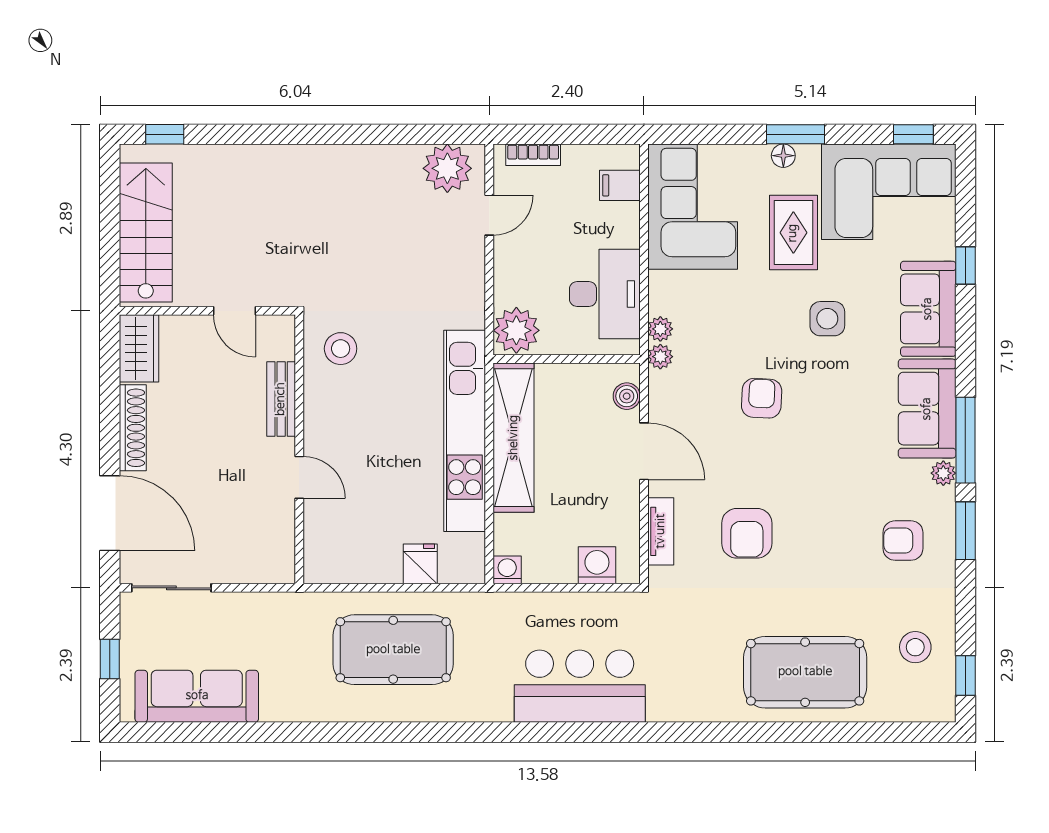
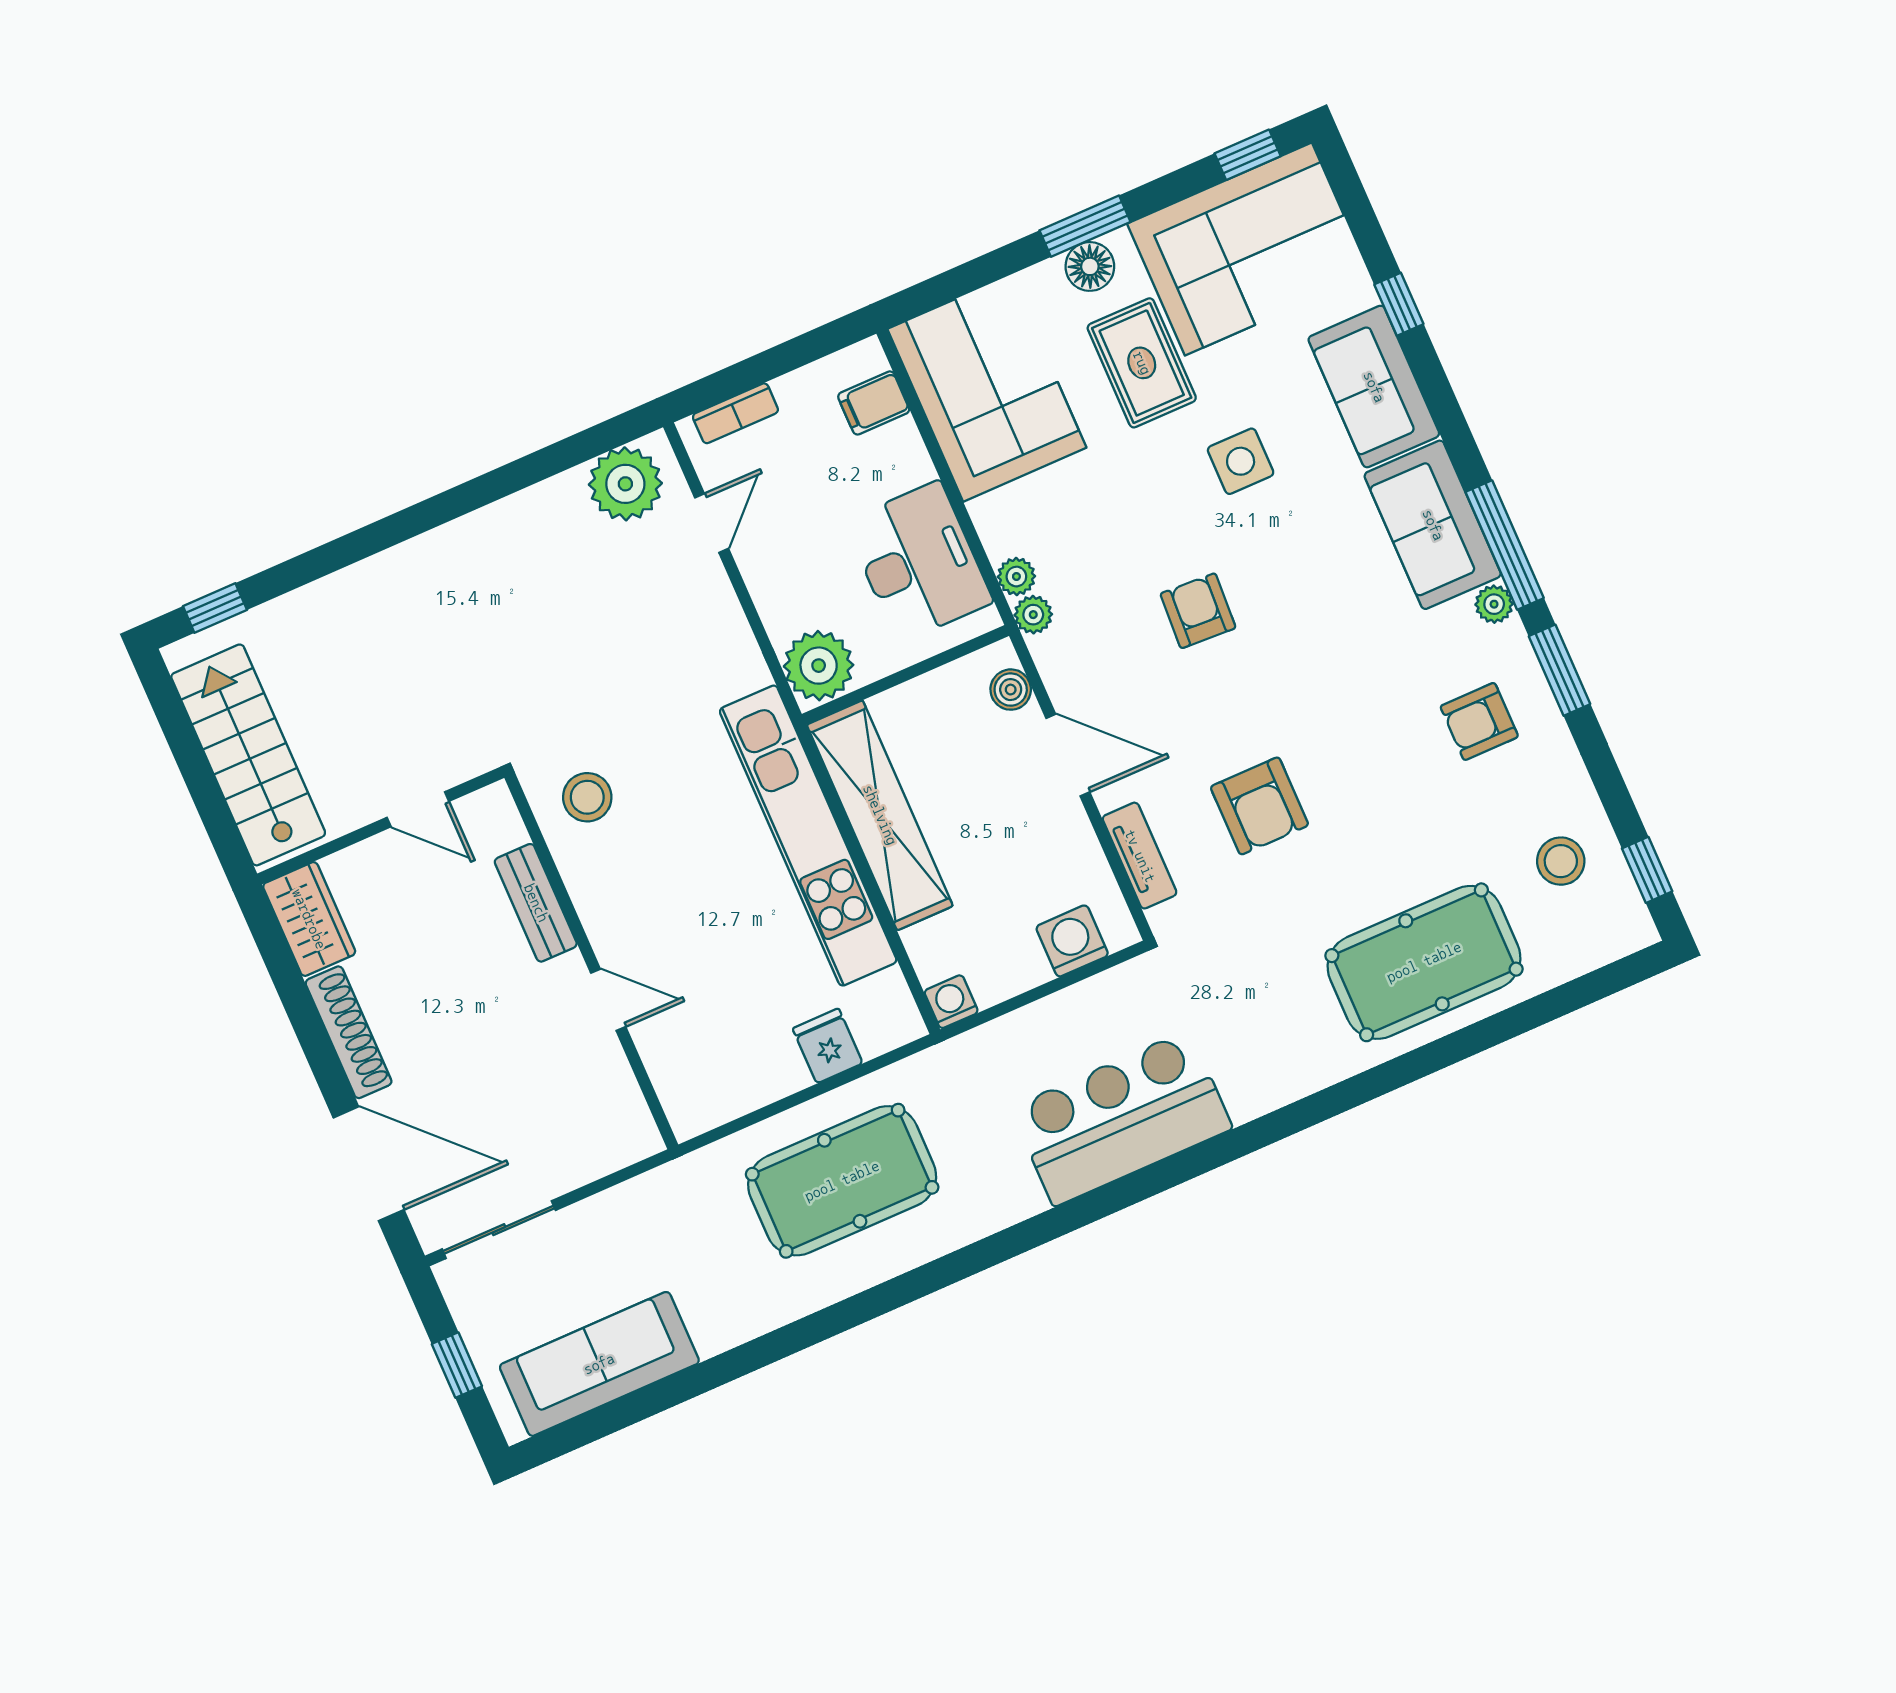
floor lamp: (783, 156) -> (1090, 266), width x1.37, depth x1.37

